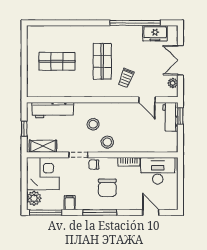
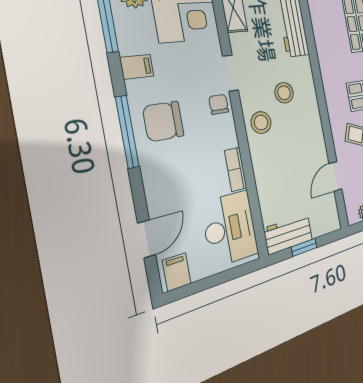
window: (180, 116) -> (304, 247), moved
workbench: (170, 117) -> (288, 234), moved
chair: (107, 188) -> (163, 121), moved
filing cabinet: (170, 201) -> (177, 272), added

